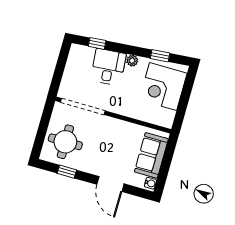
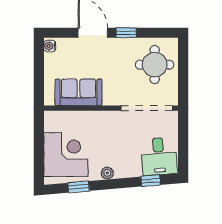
desk: (108, 67) -> (159, 156), moved
sofa: (151, 155) -> (79, 92), moved, turned -90
window: (67, 172) -> (126, 33), moved

